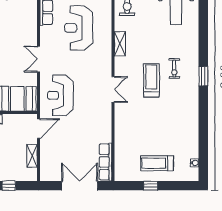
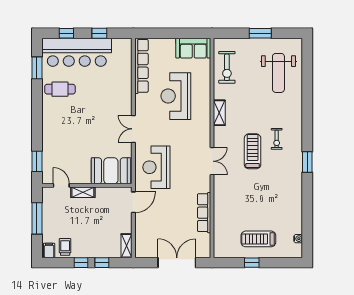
window: (203, 76) -> (307, 162), moved
shelving: (32, 156) -> (127, 246), moved
row of seats: (106, 162) -> (204, 213), moved

